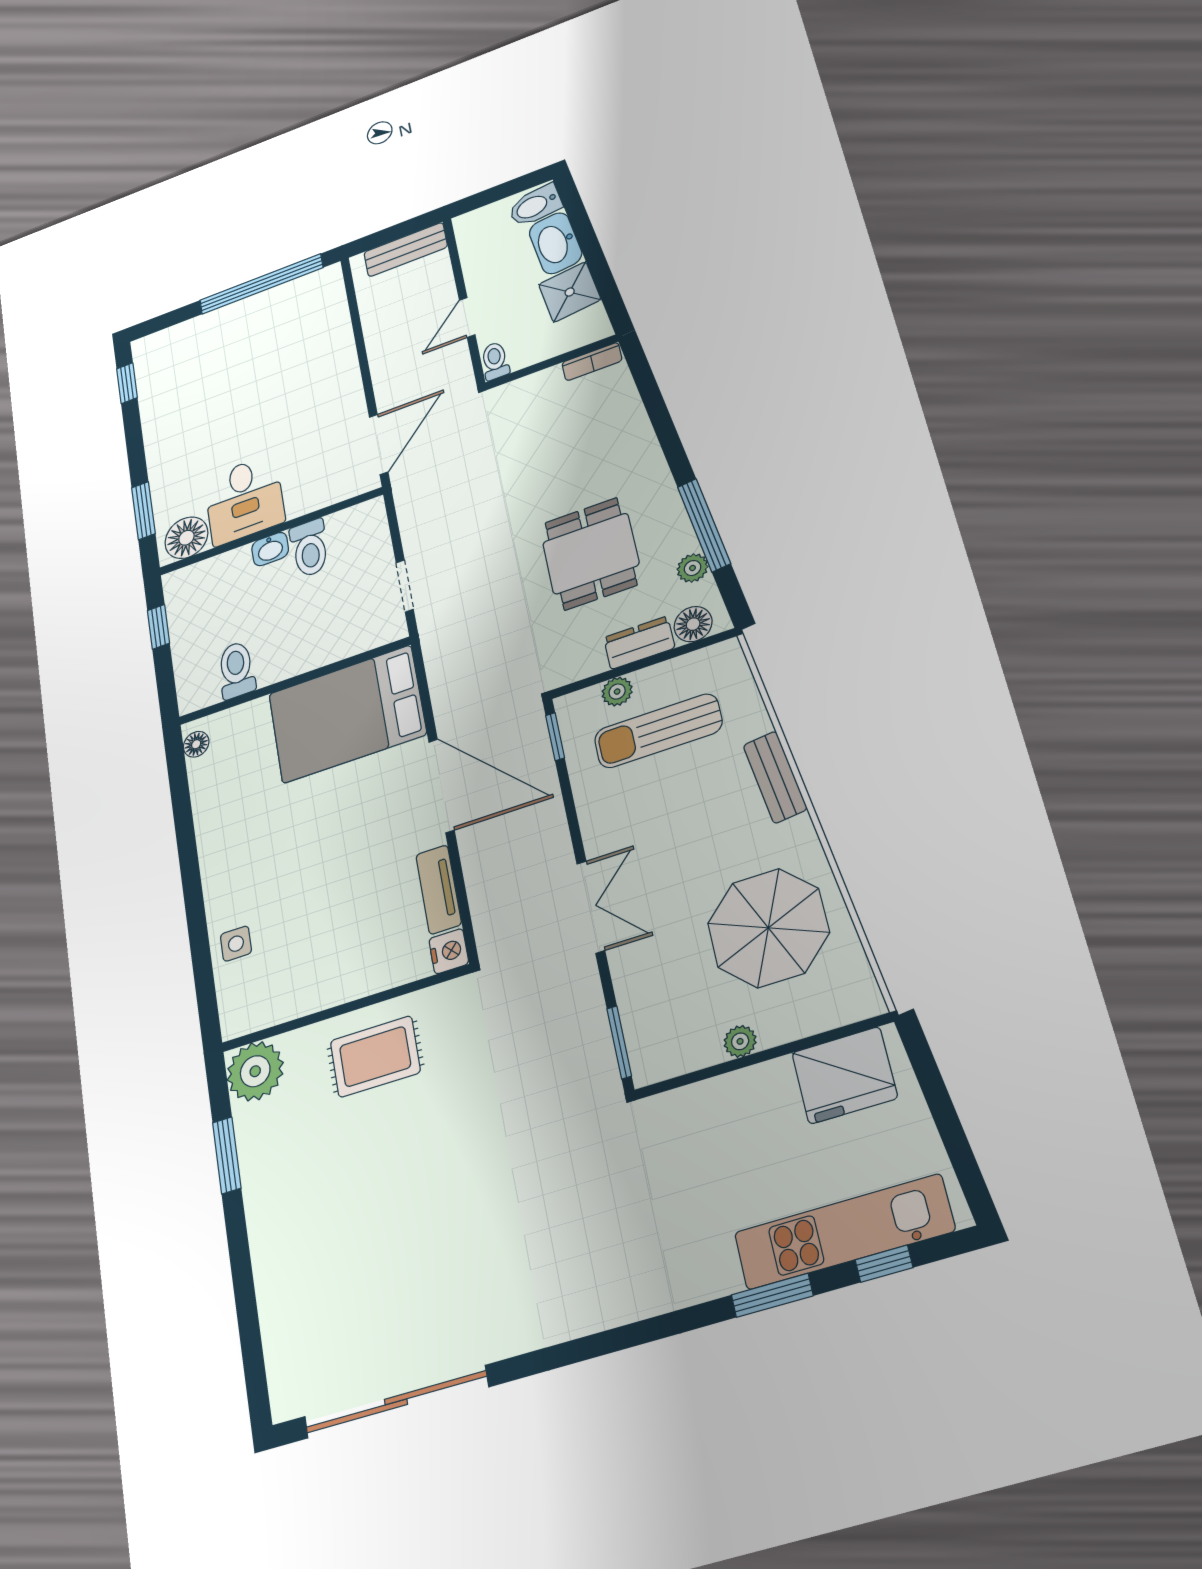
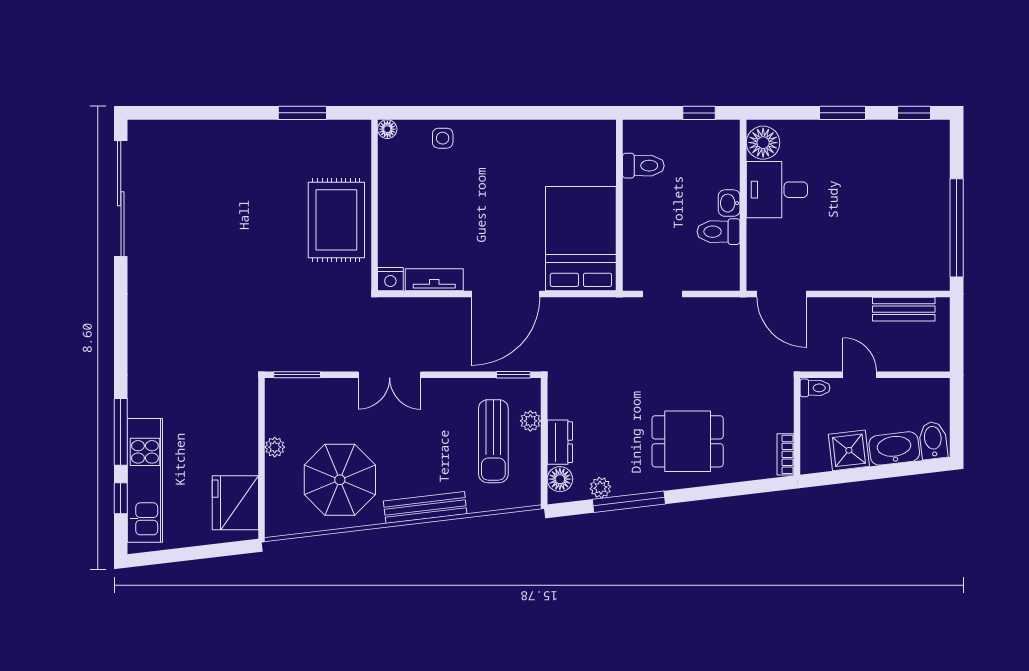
bench: (406, 250) -> (904, 309), moved, turned 90
window: (143, 511) -> (842, 113), moved
dining table: (591, 554) -> (688, 441), moved
sun lounger: (658, 731) -> (493, 441), turned 180
floor lamp: (196, 744) -> (387, 129), moved
bench: (775, 777) -> (425, 507), width x1.36
rug: (375, 1057) -> (336, 220), width x1.36, depth x1.43
plant: (255, 1071) -> (352, 139), removed
window: (772, 1295) -> (121, 432), width x1.44

